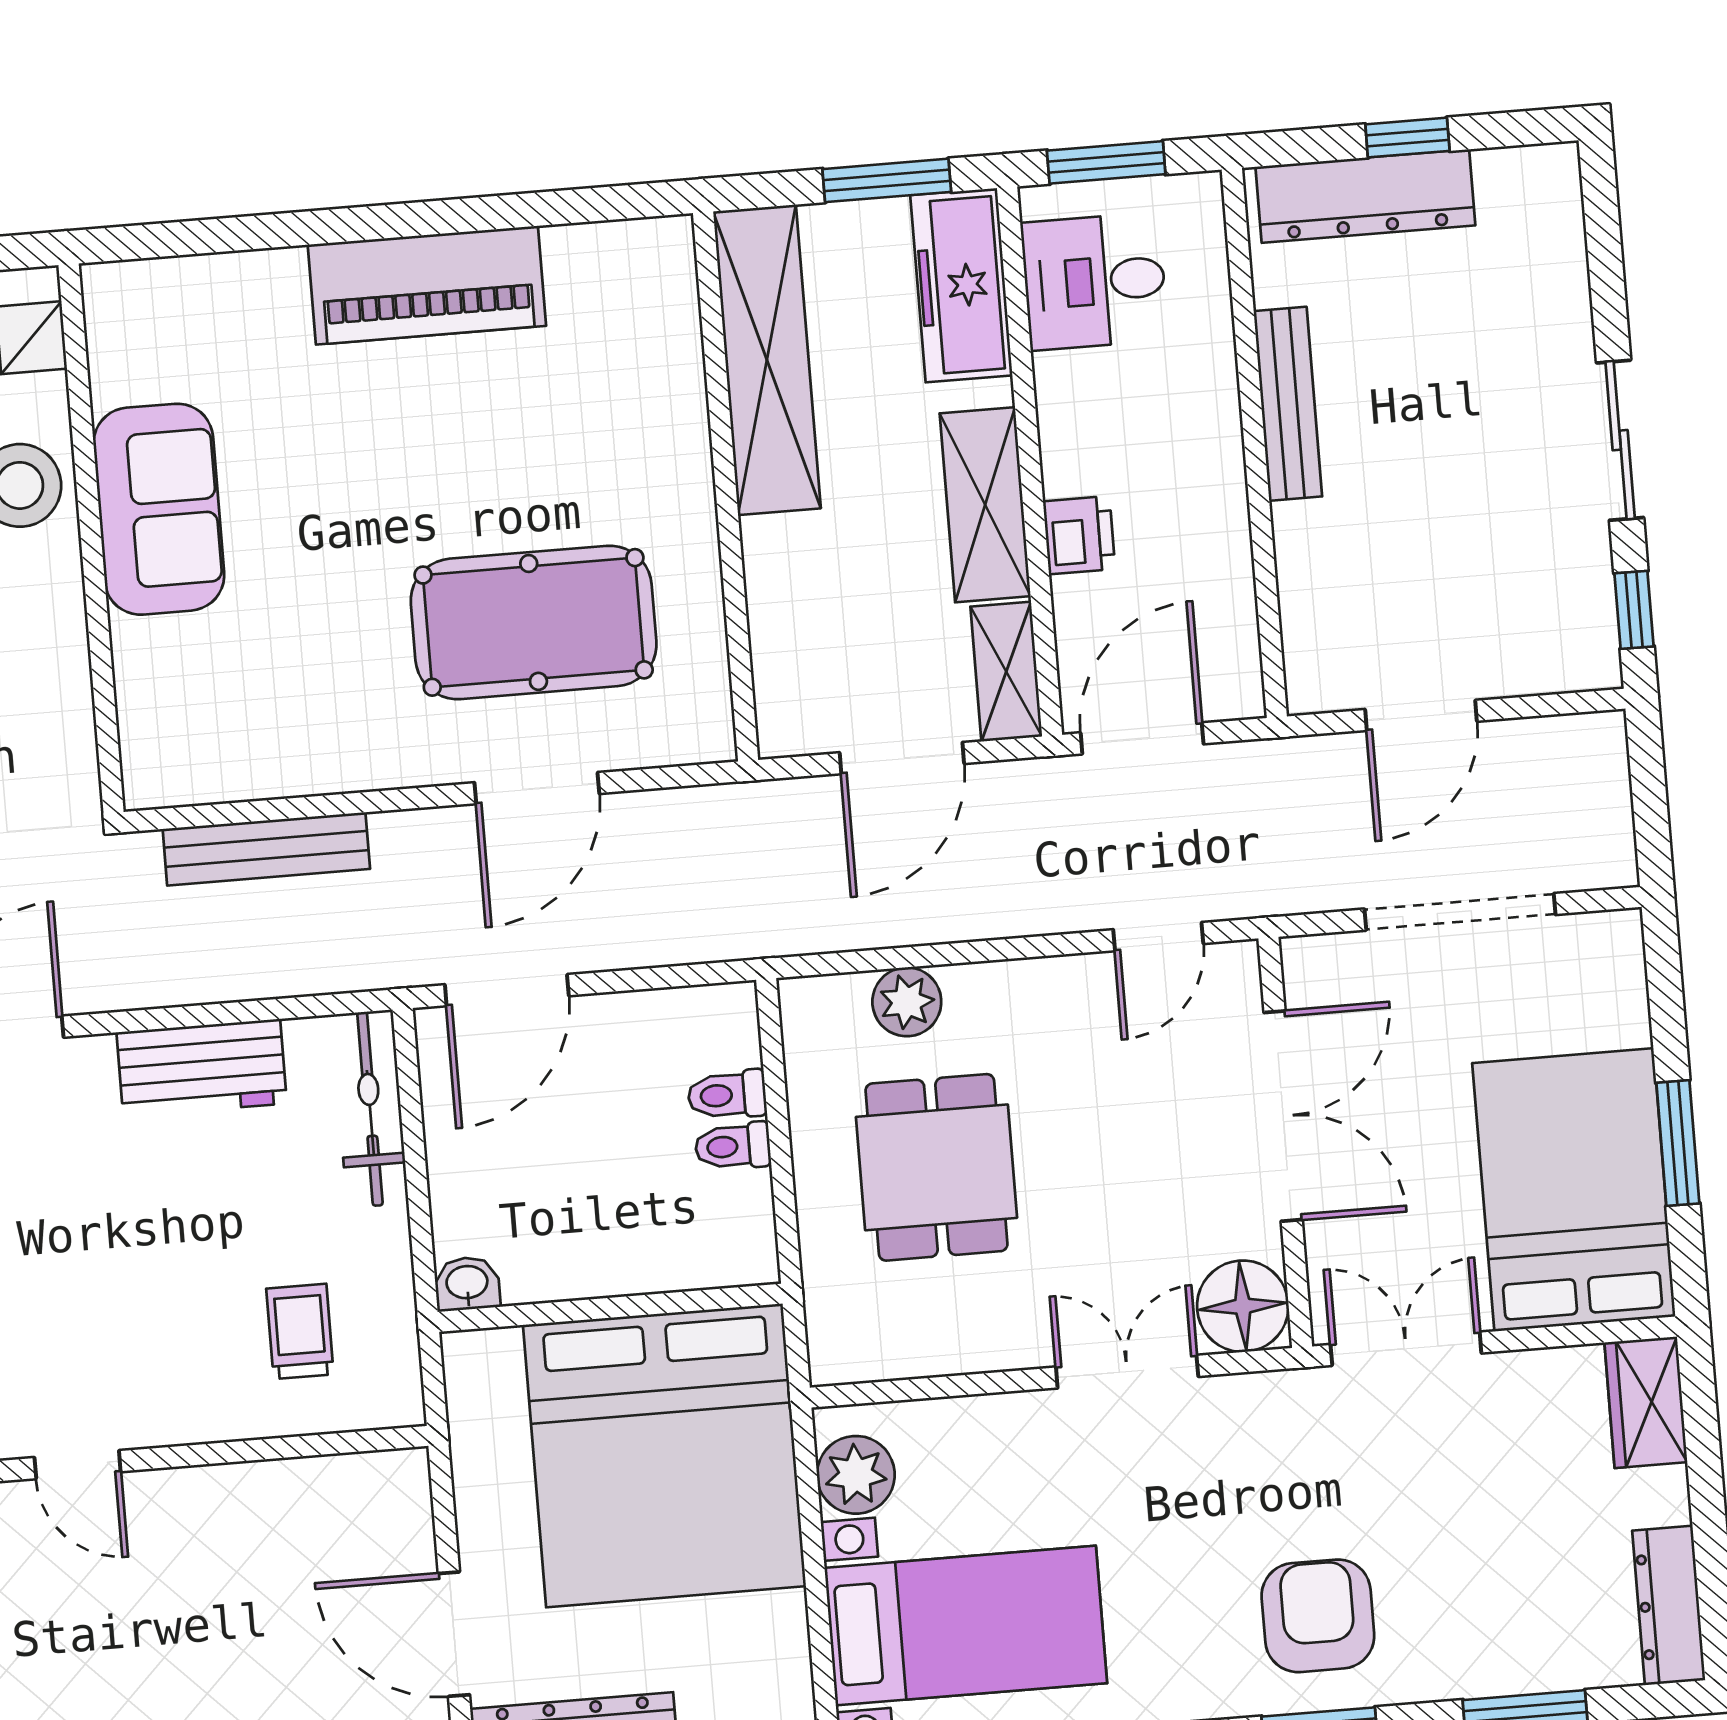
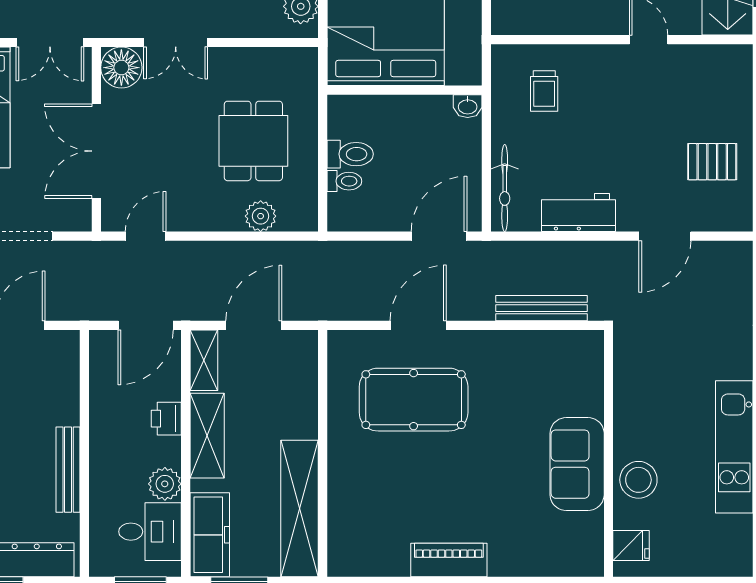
piano: (427, 285) -> (449, 560), width x0.73, depth x0.75
plant: (1070, 390) -> (165, 484), added
toilet: (733, 1146) -> (350, 154), width x1.37, depth x1.39

